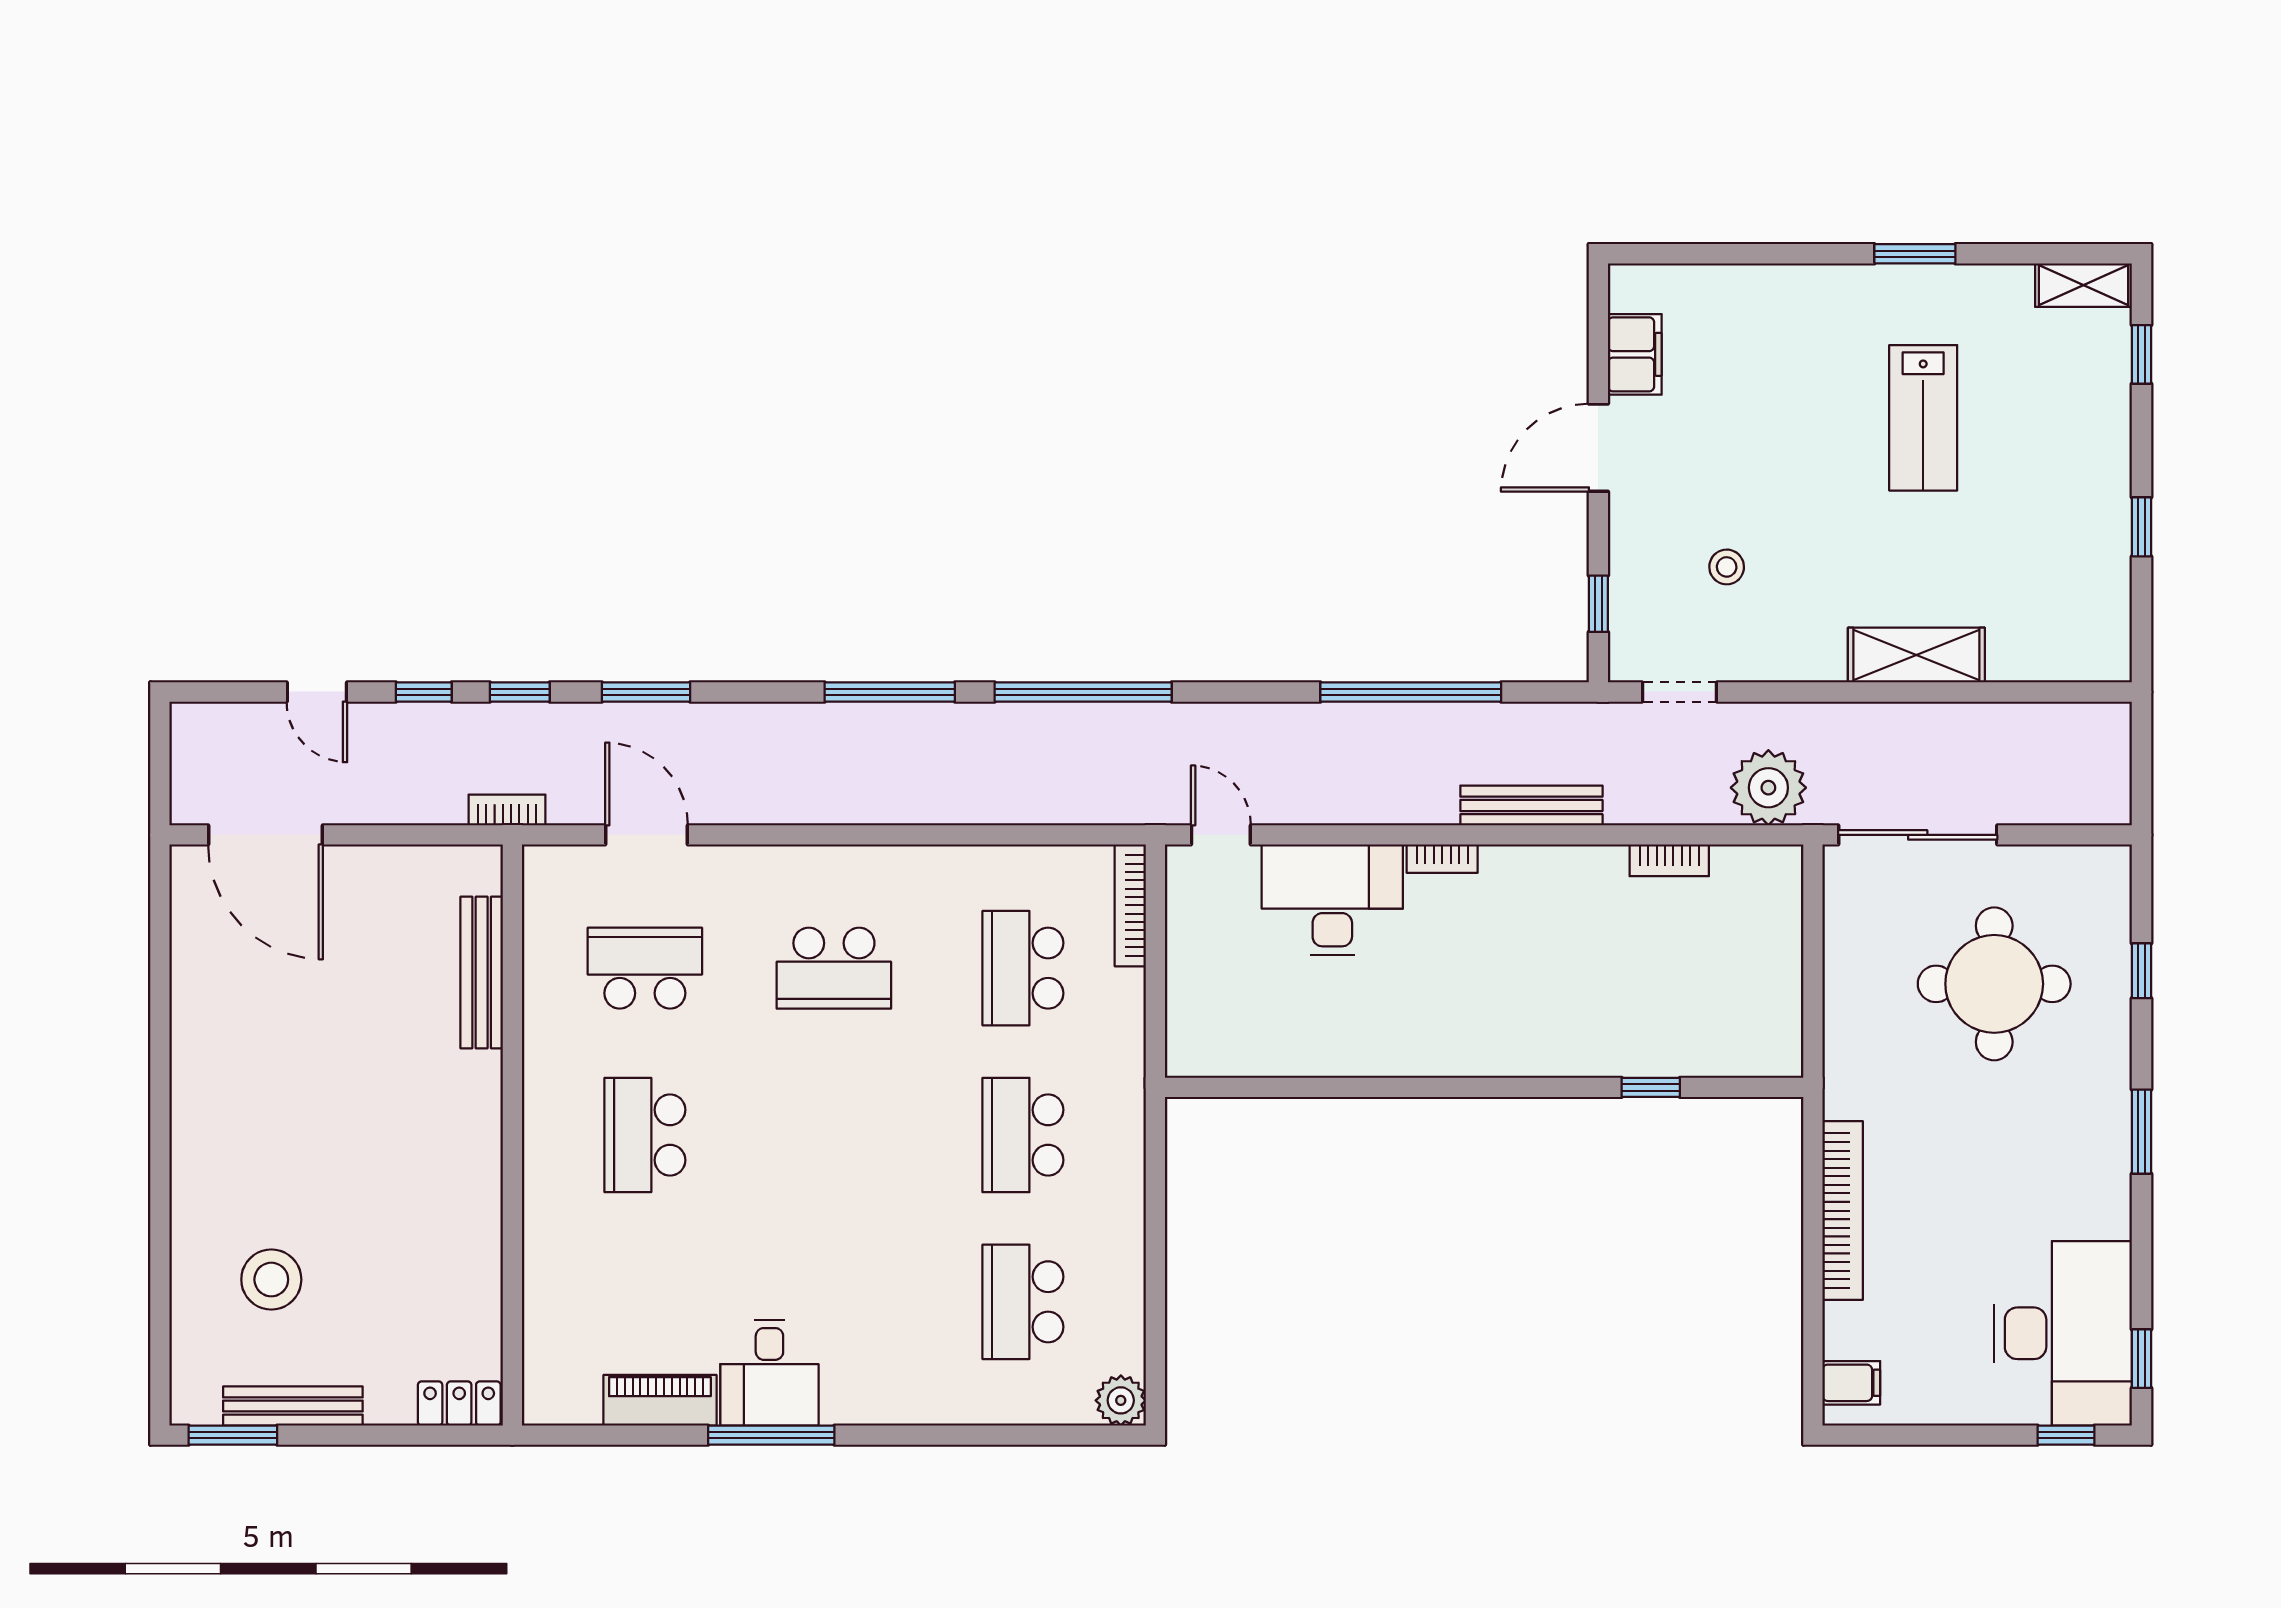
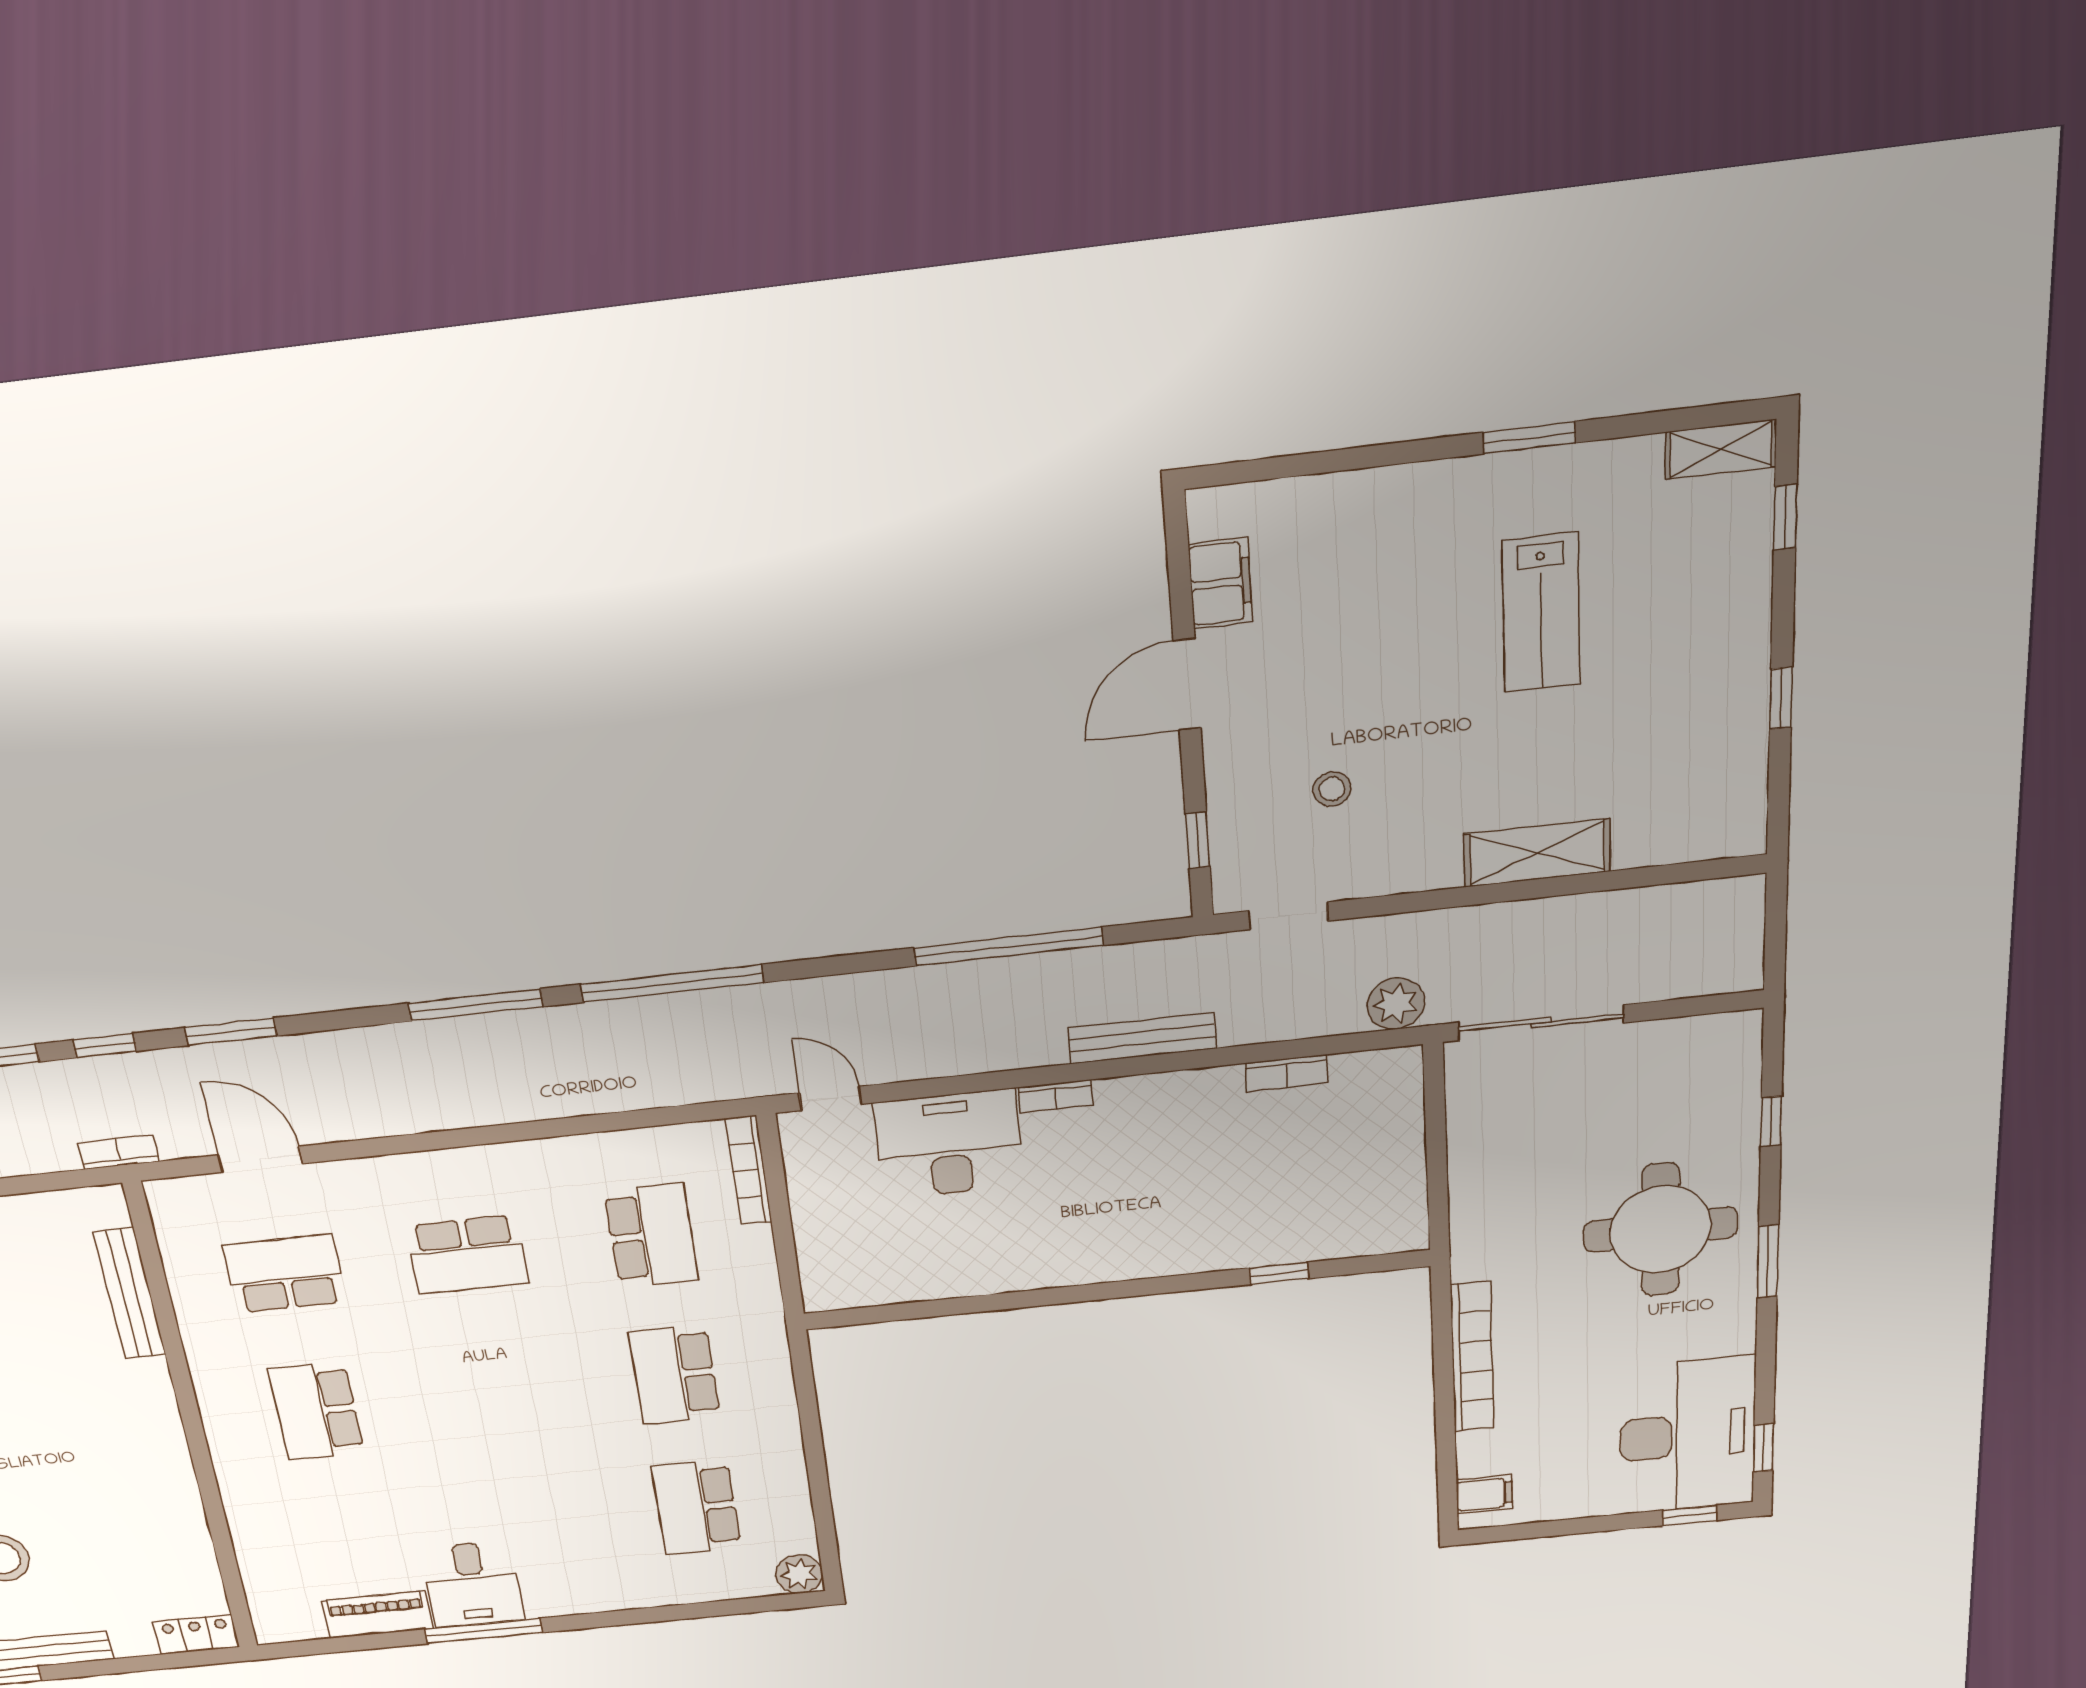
plant: (1768, 788) -> (1396, 1004), width x0.73, depth x0.73
school desk: (1023, 968) -> (651, 1236), turned 180
round table: (1994, 984) -> (1660, 1229), moved

